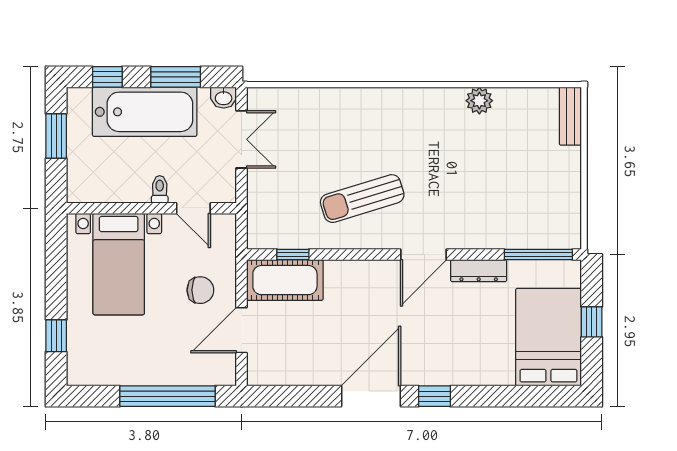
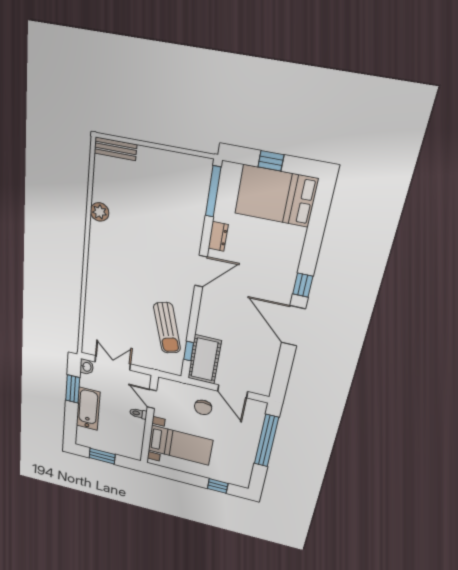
window: (107, 77) -> (71, 423), removed
bathtub: (145, 112) -> (88, 409), width x0.73, depth x0.73
sun lounger: (362, 199) -> (167, 328), moved
door: (193, 208) -> (152, 399), swing flipped
door: (423, 255) -> (201, 271), hinge flipped
dresser: (479, 271) -> (218, 236), width x0.70
chair: (200, 290) -> (203, 407), turned 180

